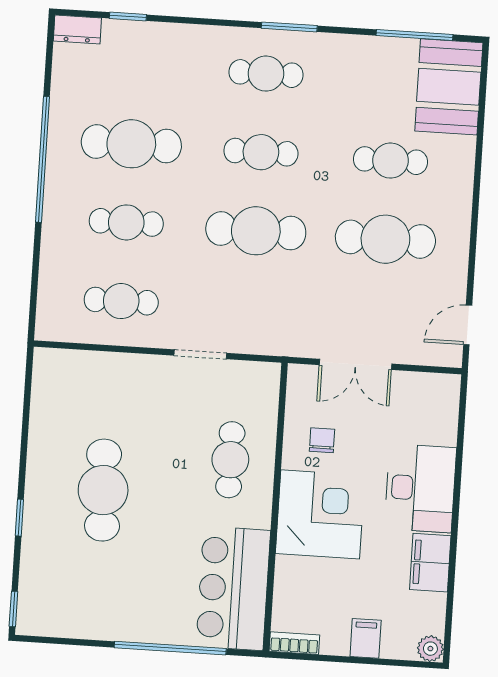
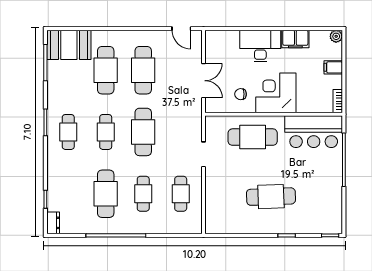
cafe table: (390, 161) -> (106, 70), width x1.37, depth x1.35
cafe table: (230, 460) -> (253, 137), width x1.37, depth x1.35

